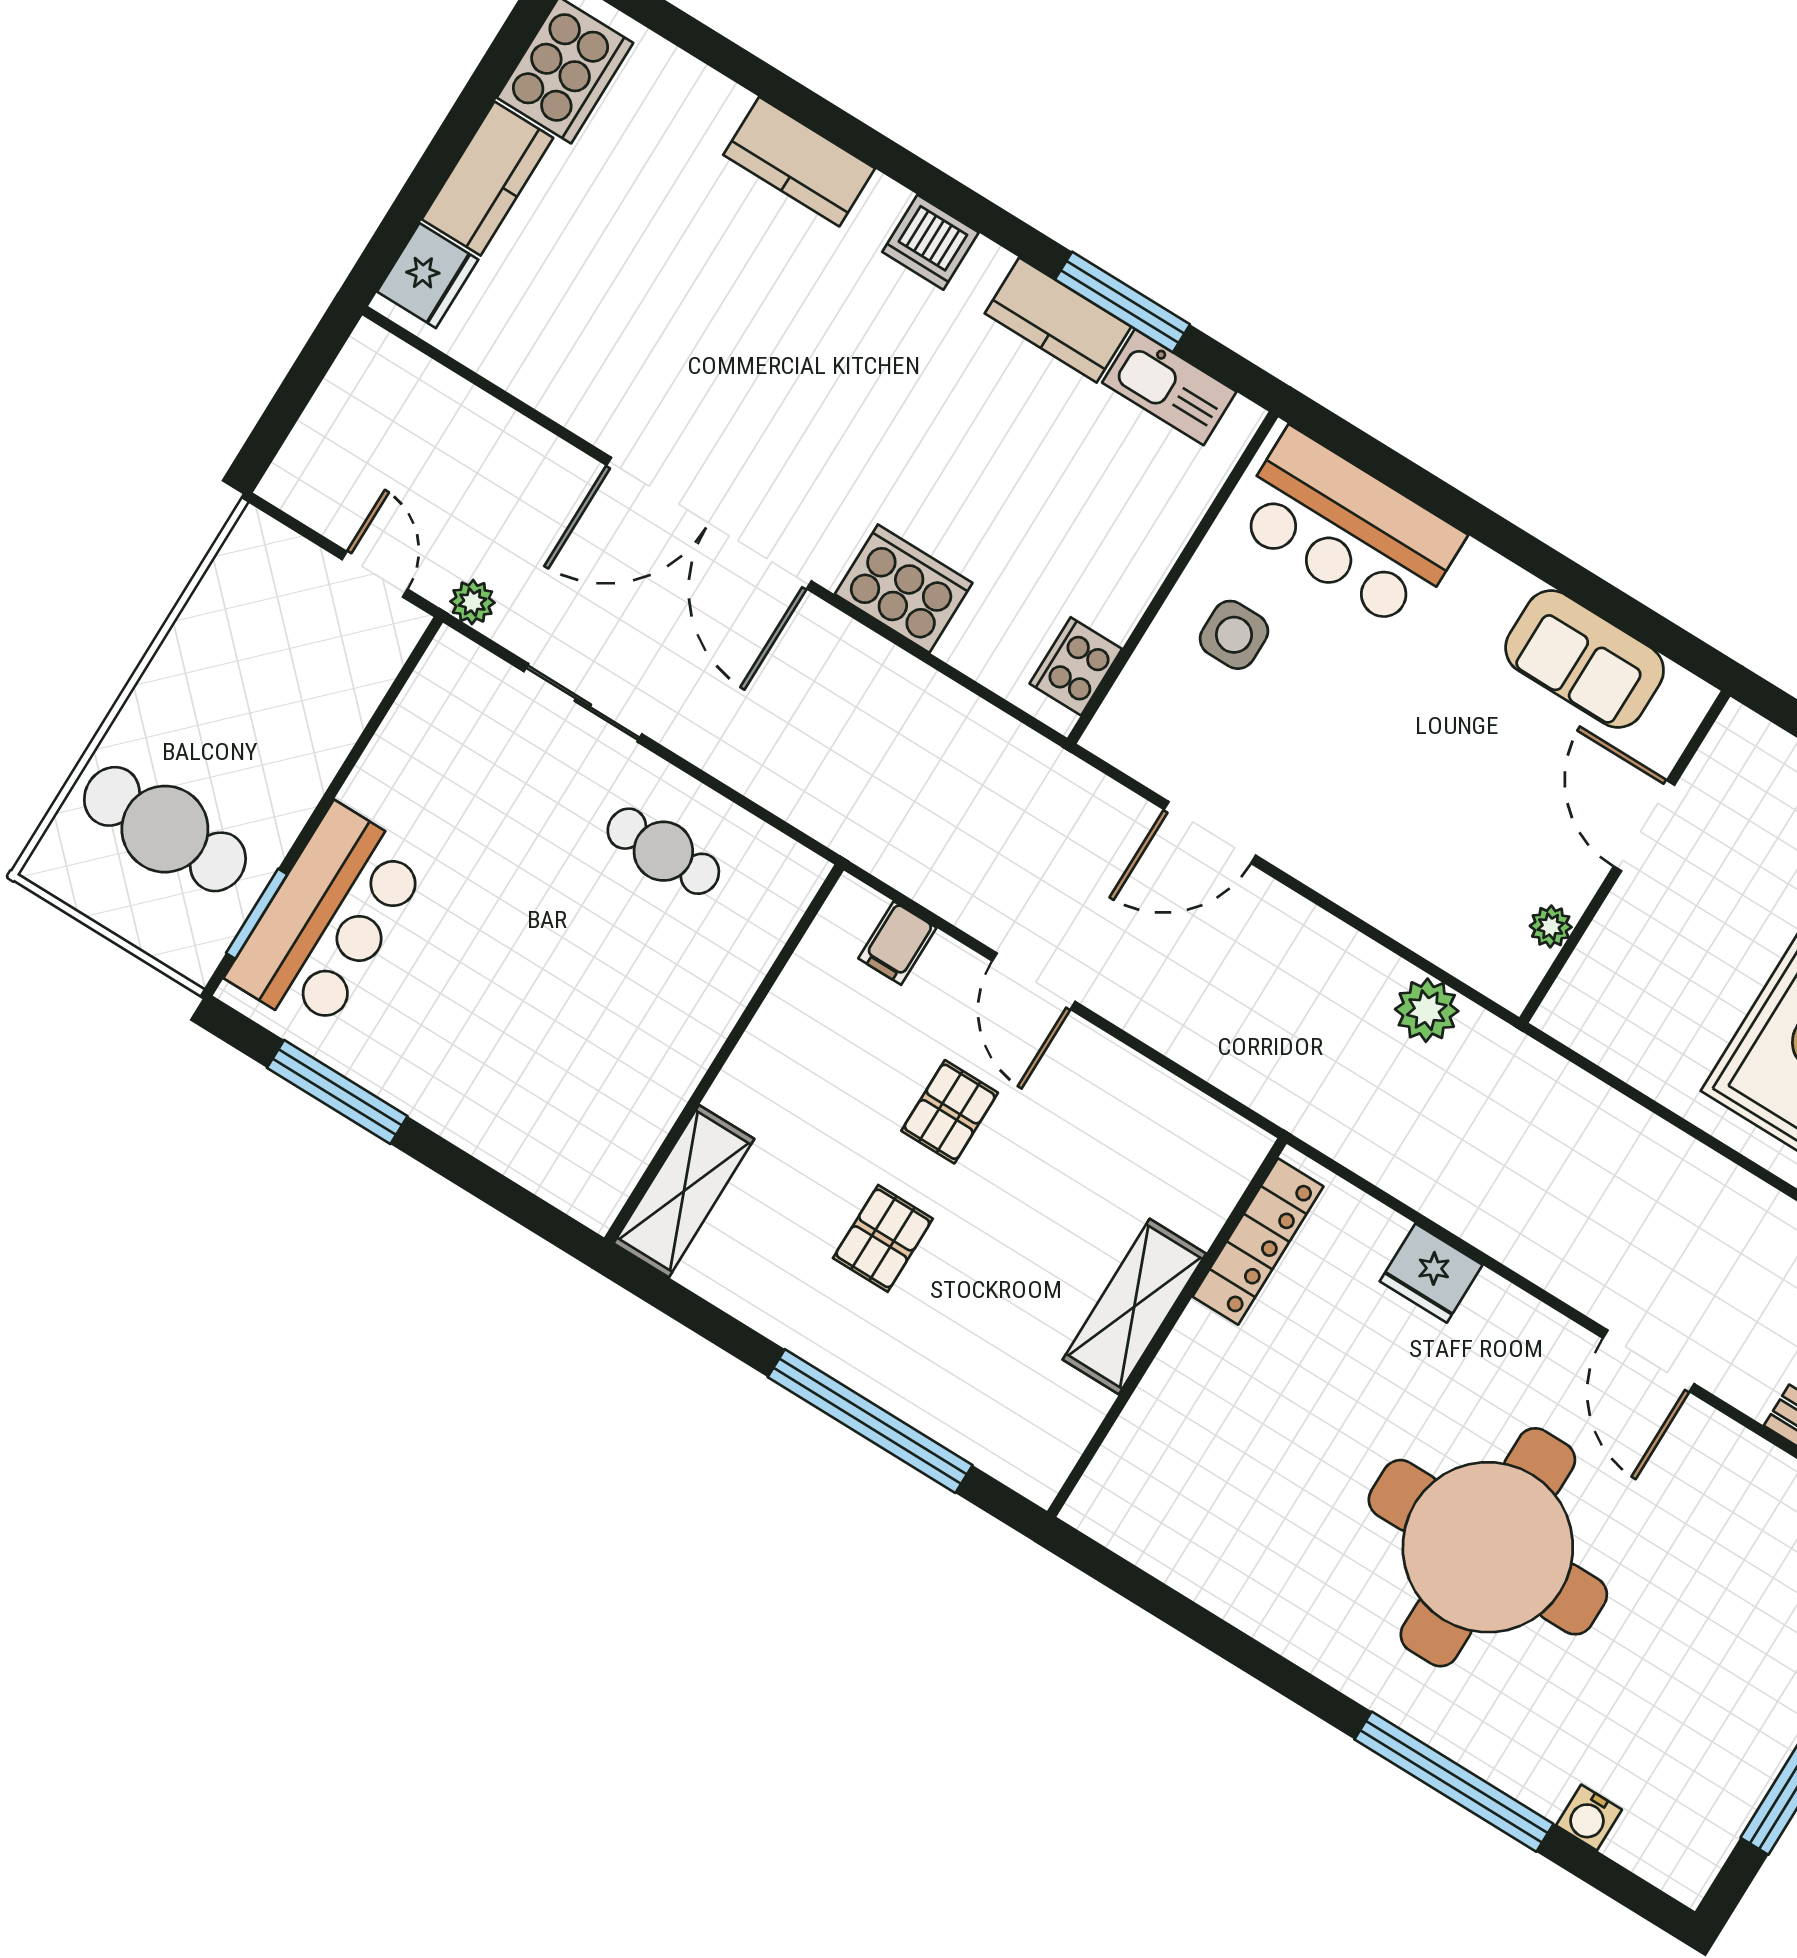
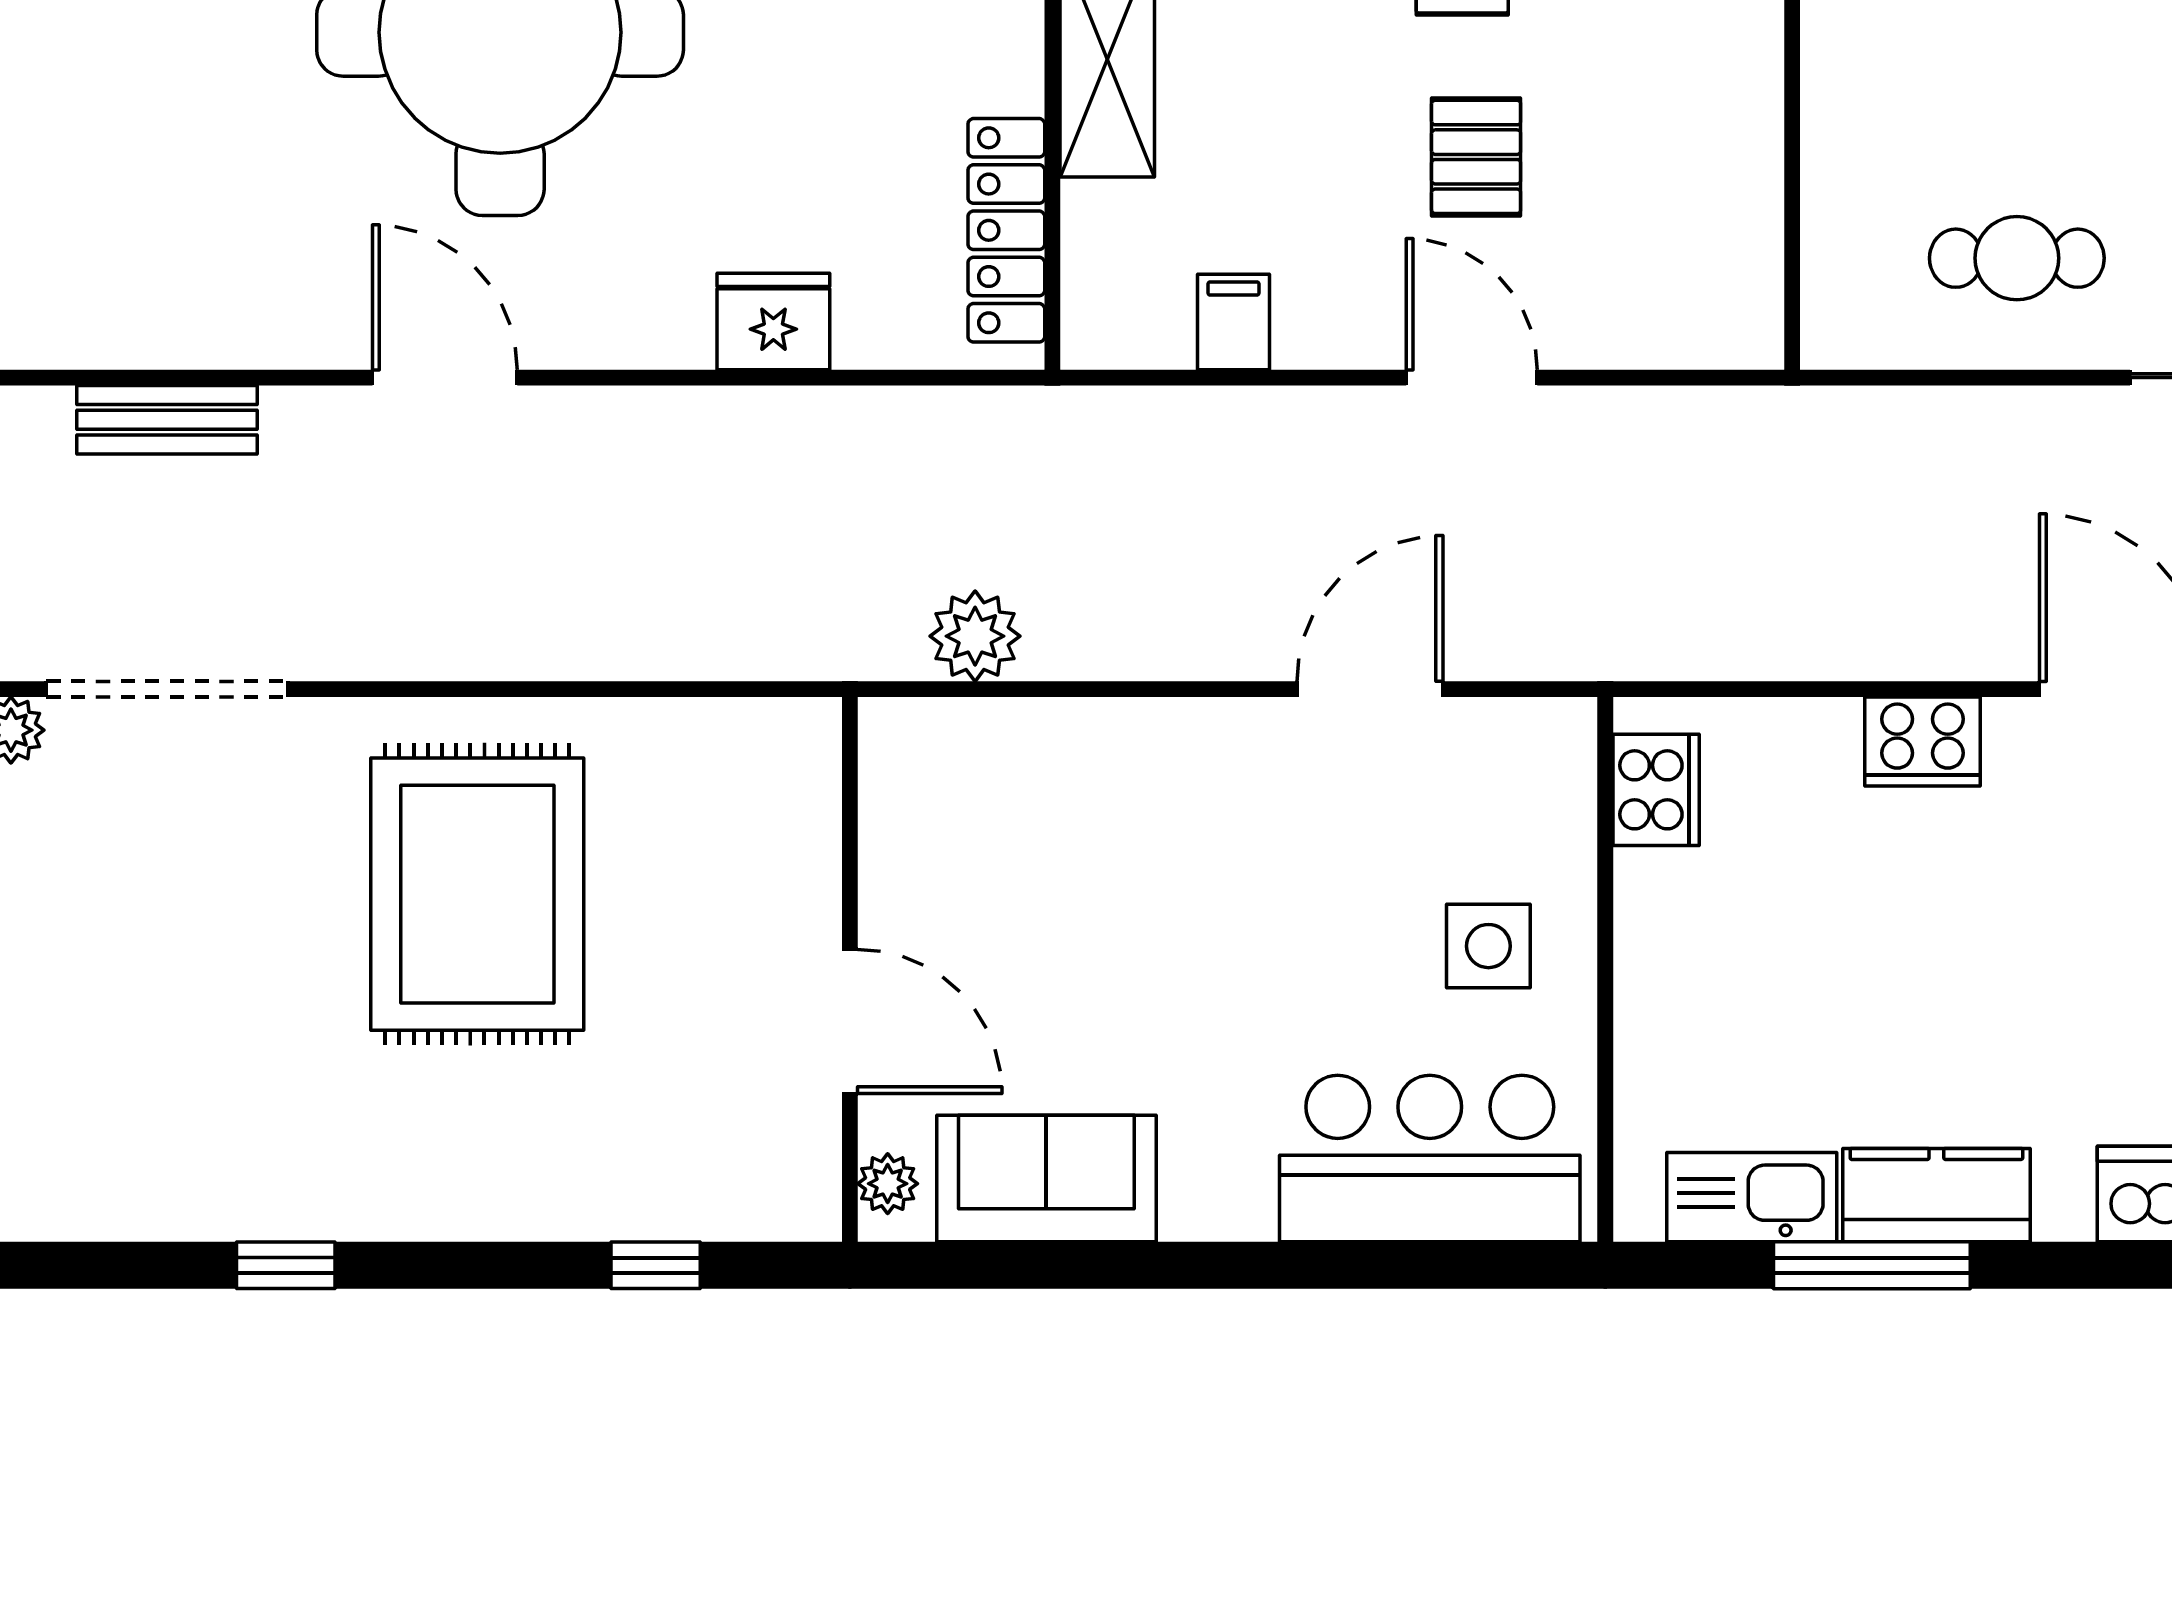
cooker: (904, 589) -> (1922, 741), width x0.73, depth x0.76
plant: (1551, 927) -> (888, 1184), moved
filing cabinet: (897, 943) -> (1233, 322), moved

